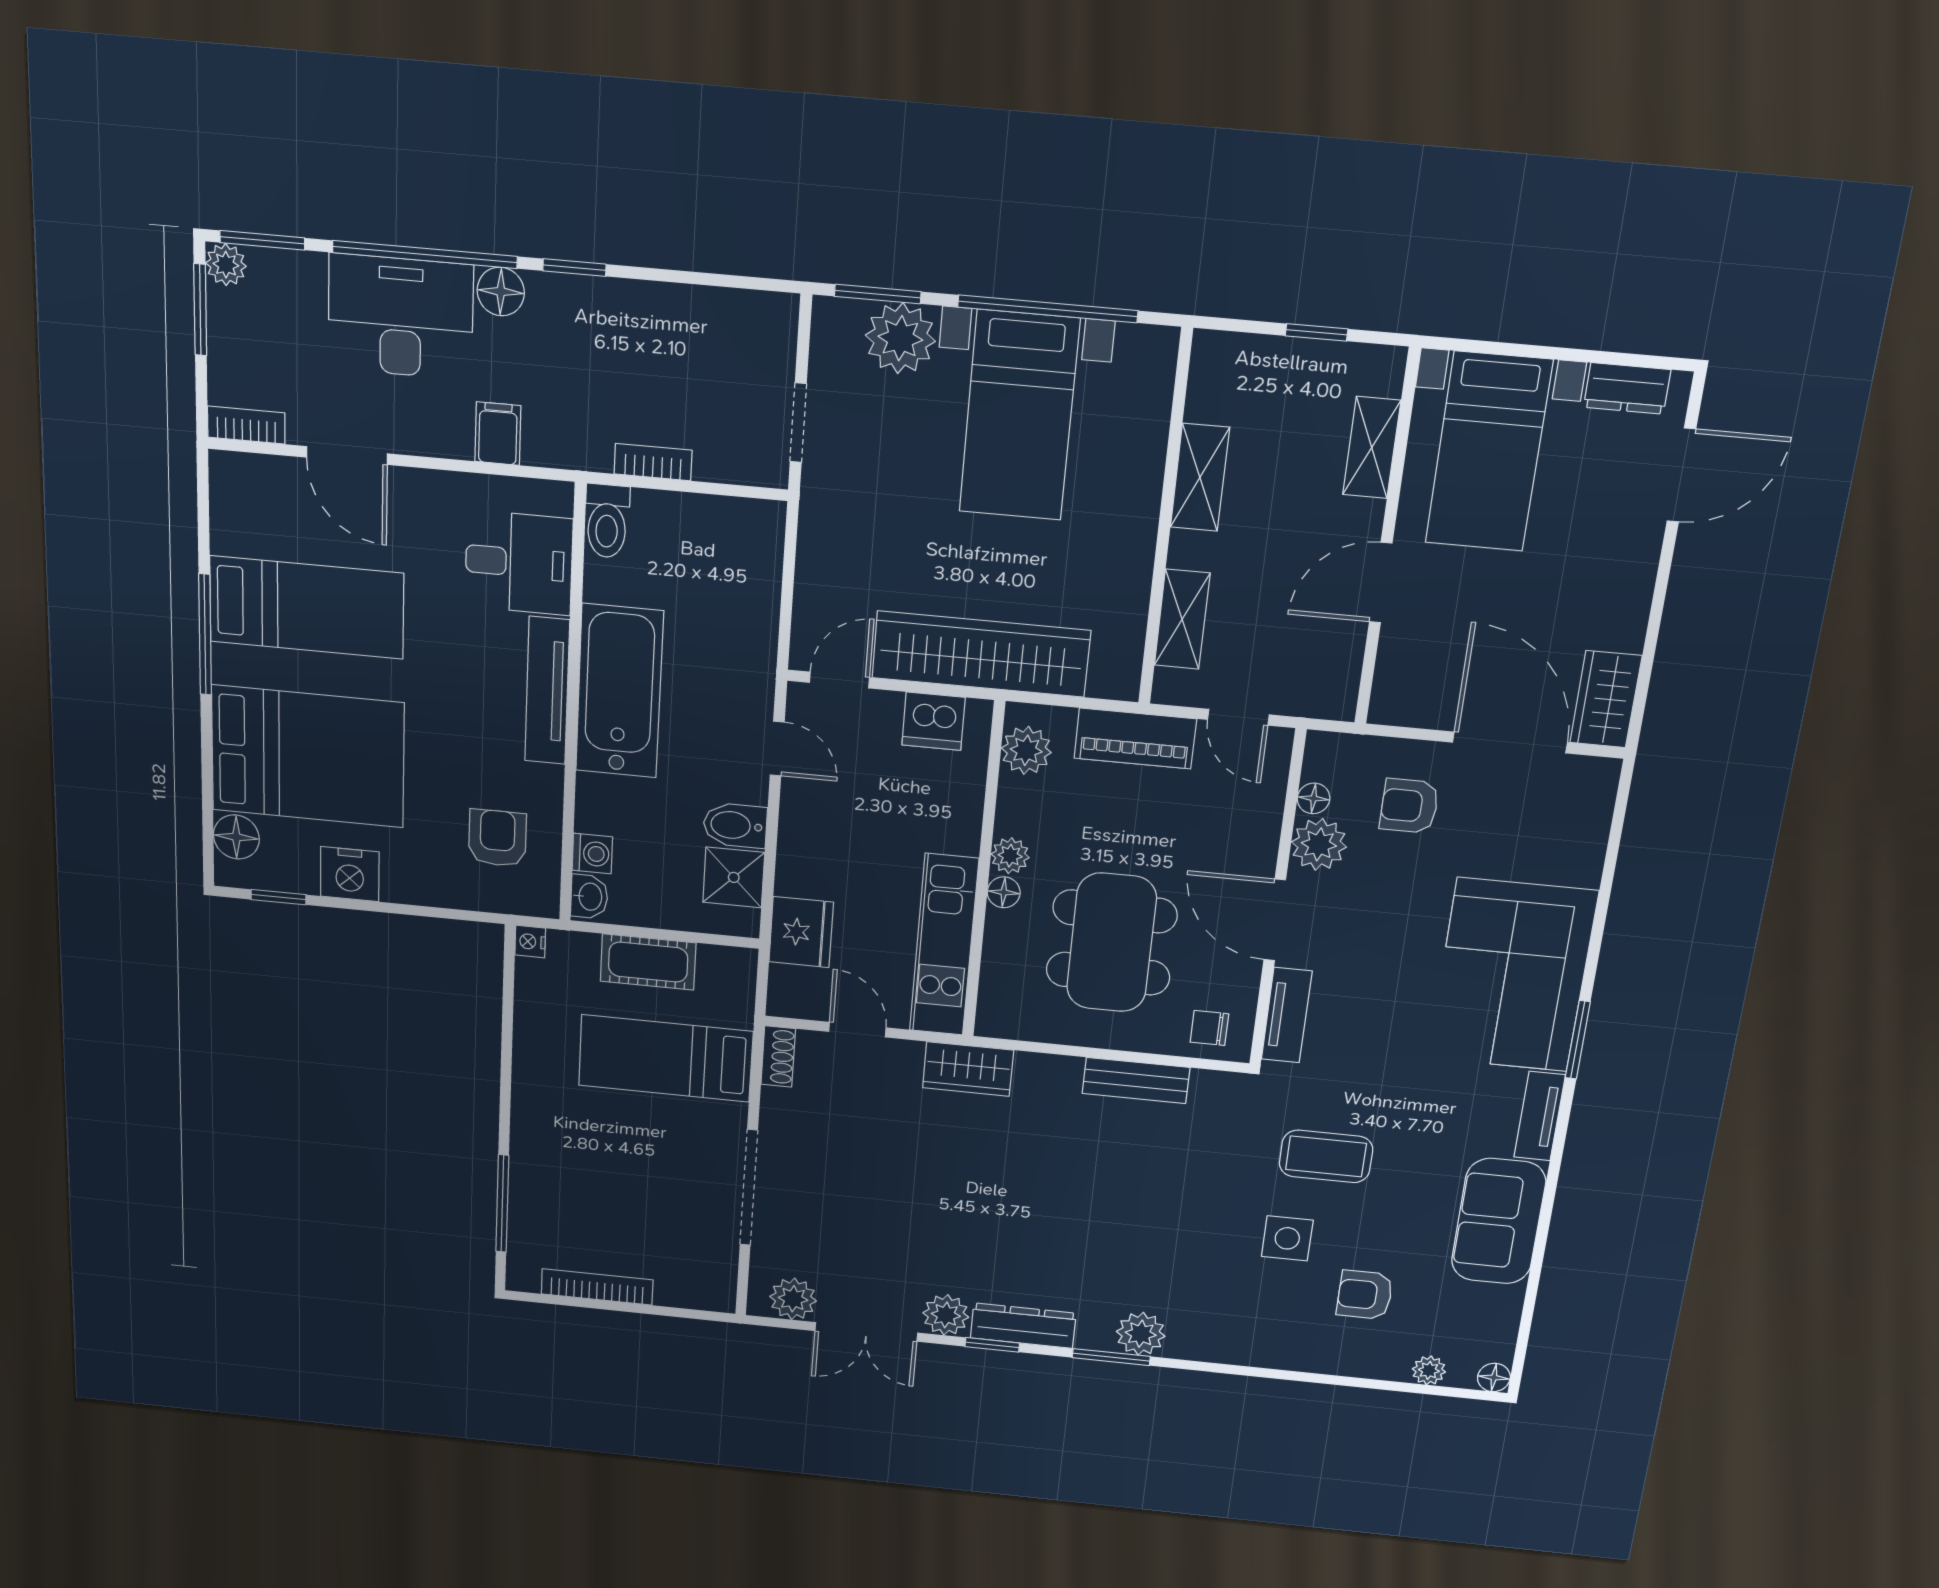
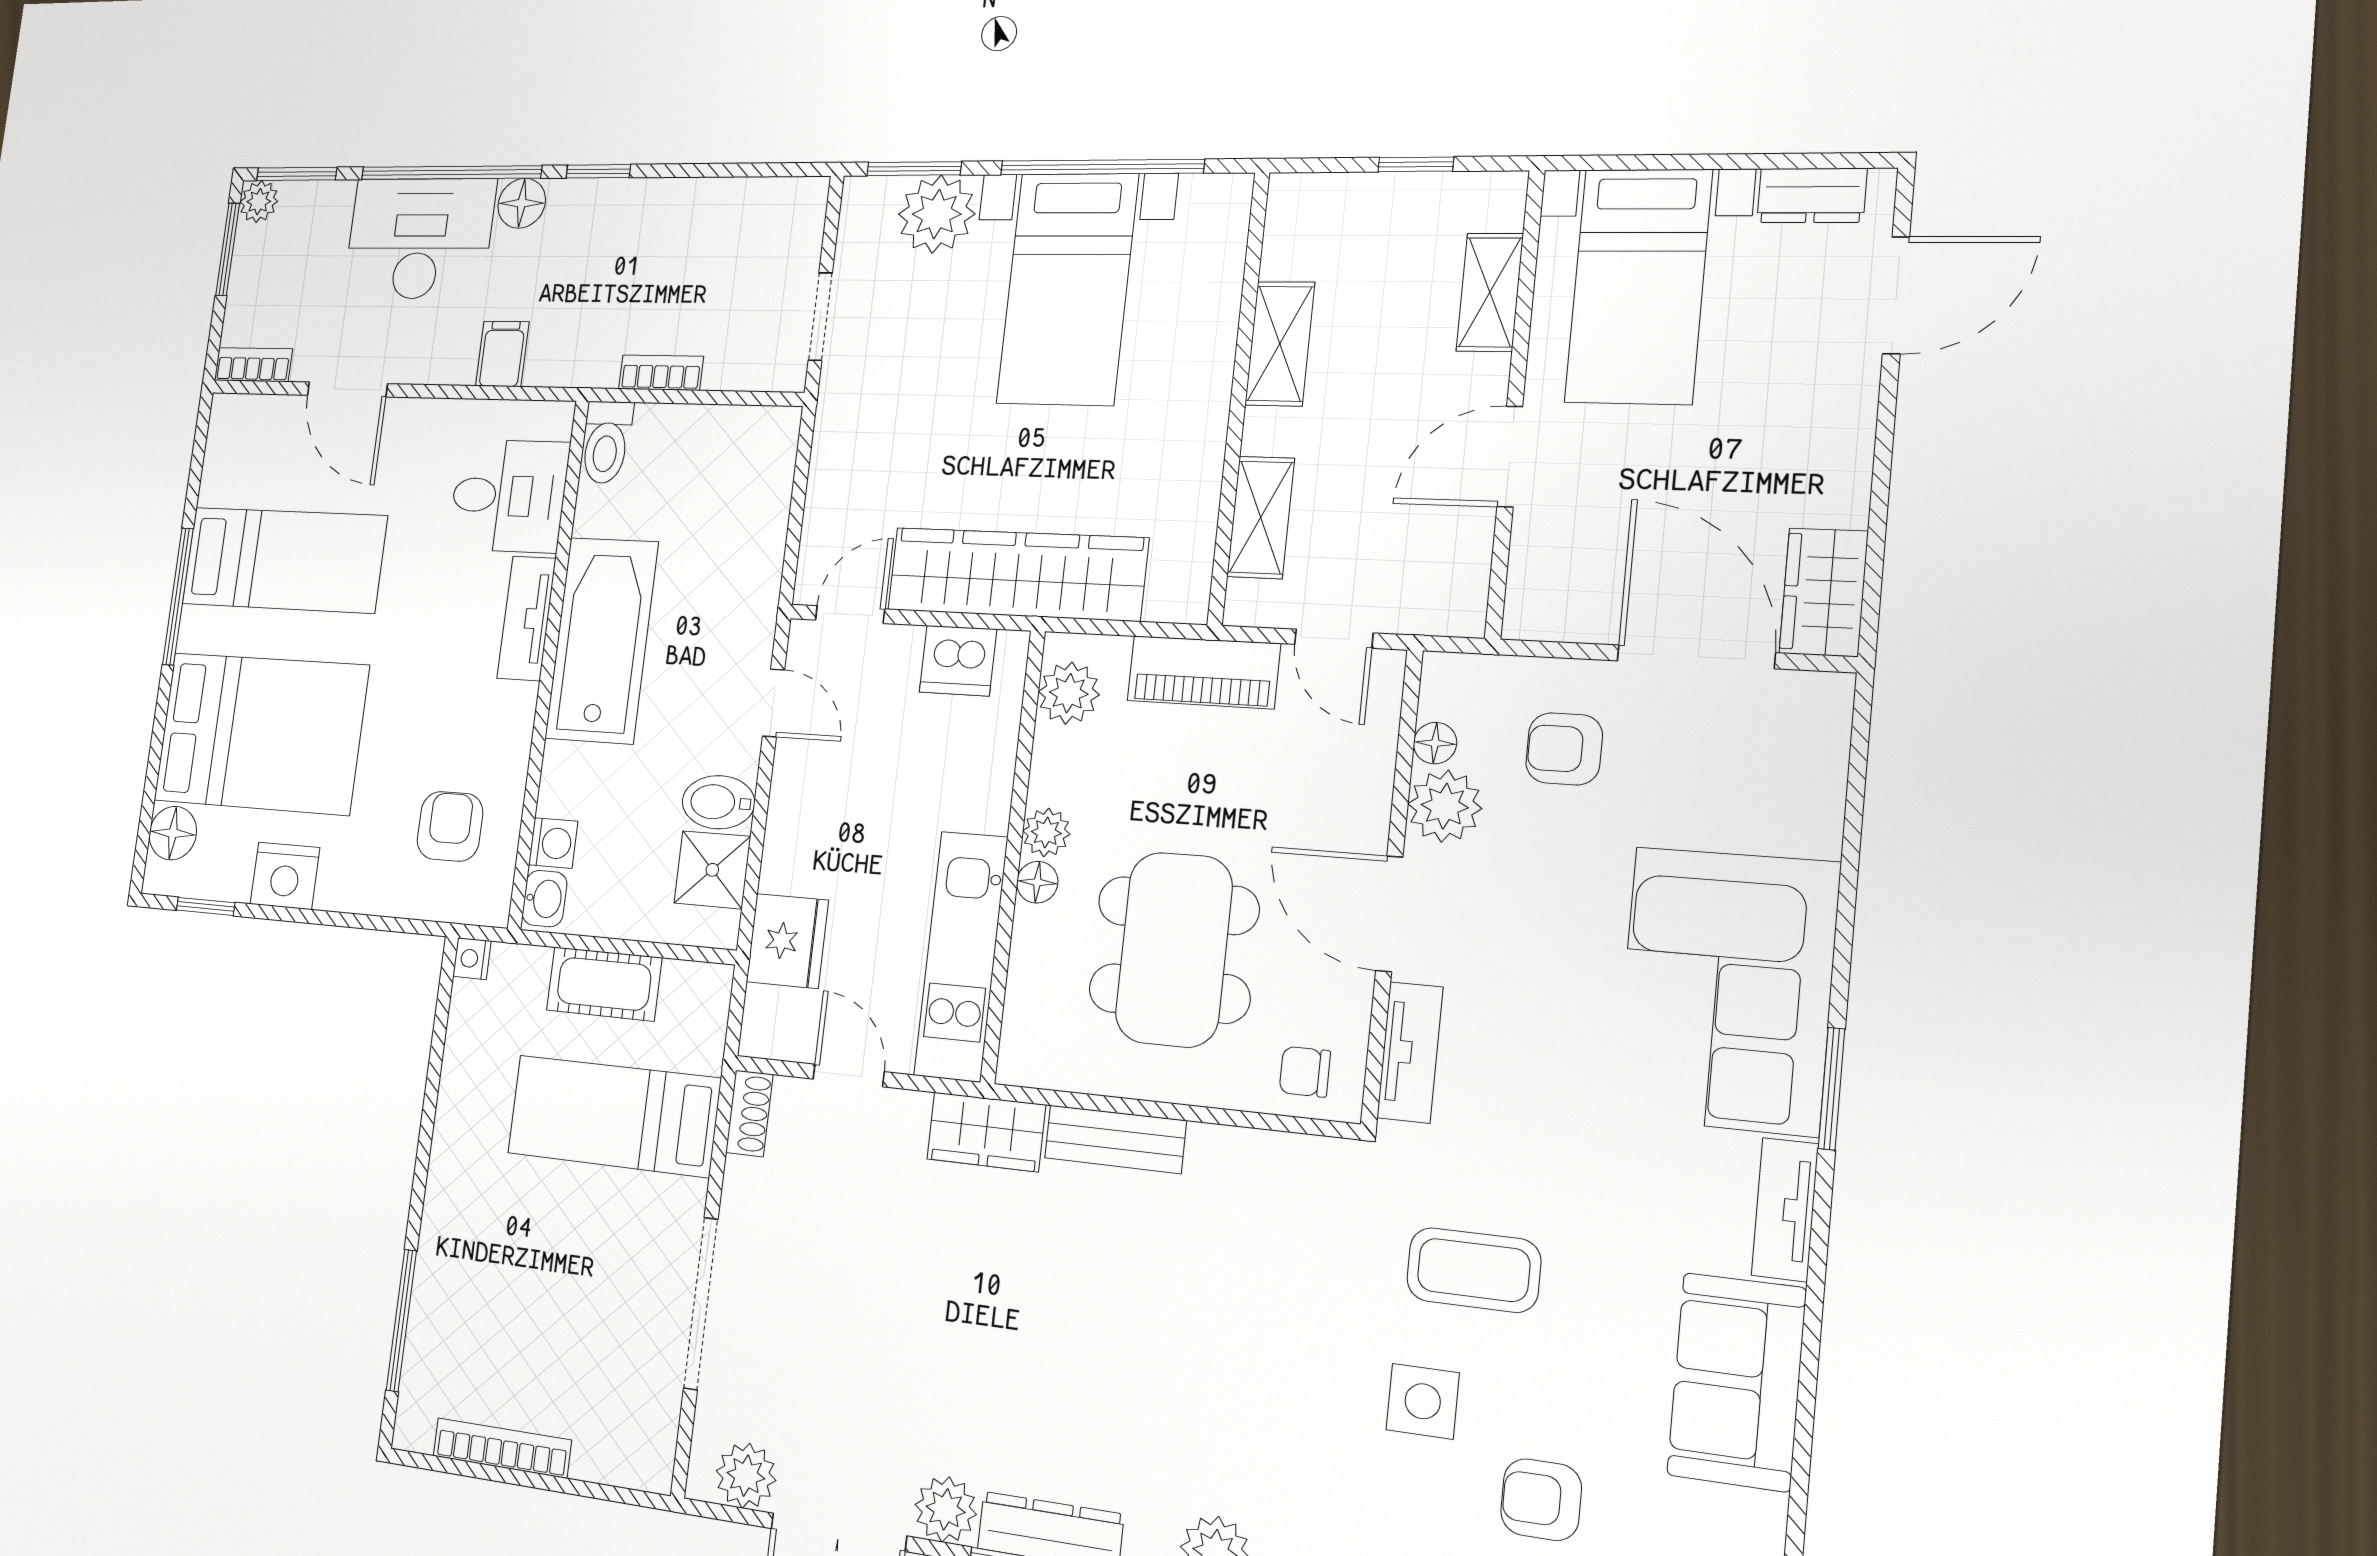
tv unit: (547, 691) -> (526, 618), width x0.71
bench: (1136, 1080) -> (1115, 1139), moved

